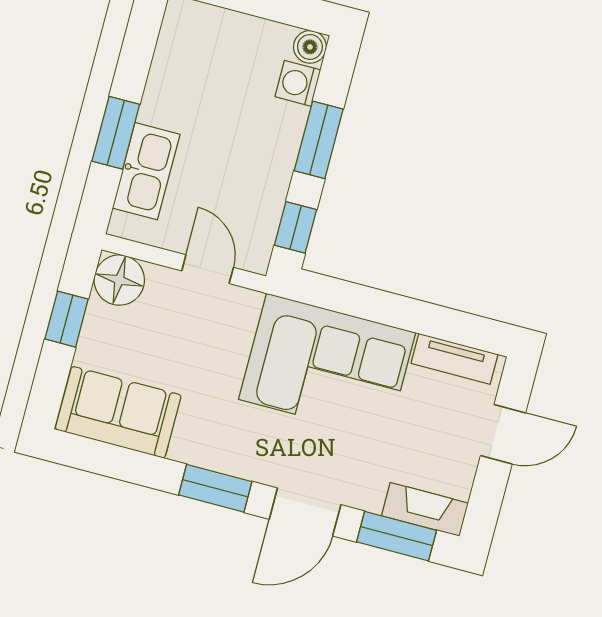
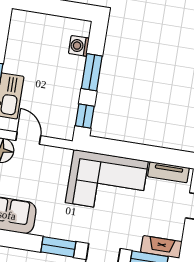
boiler: (310, 47) -> (83, 28), removed
door: (208, 269) -> (28, 138), moved

